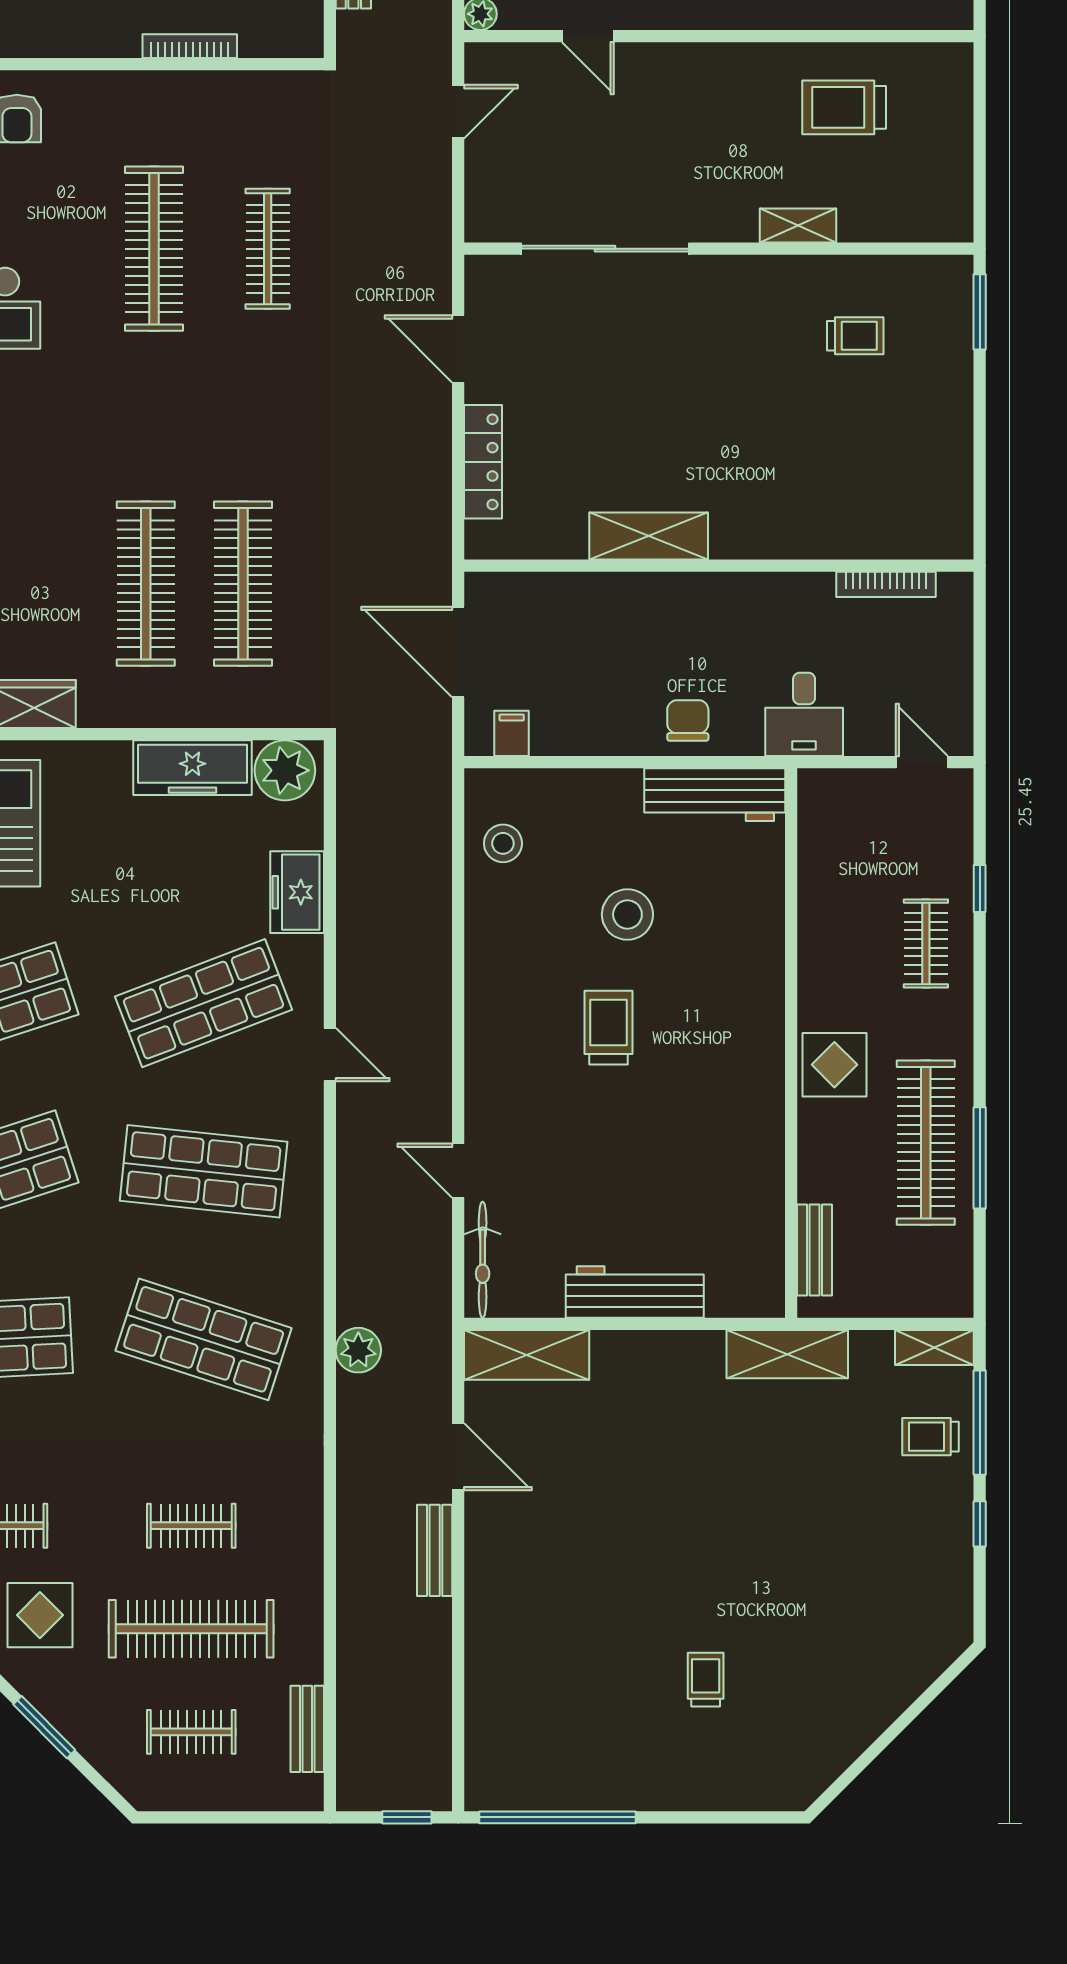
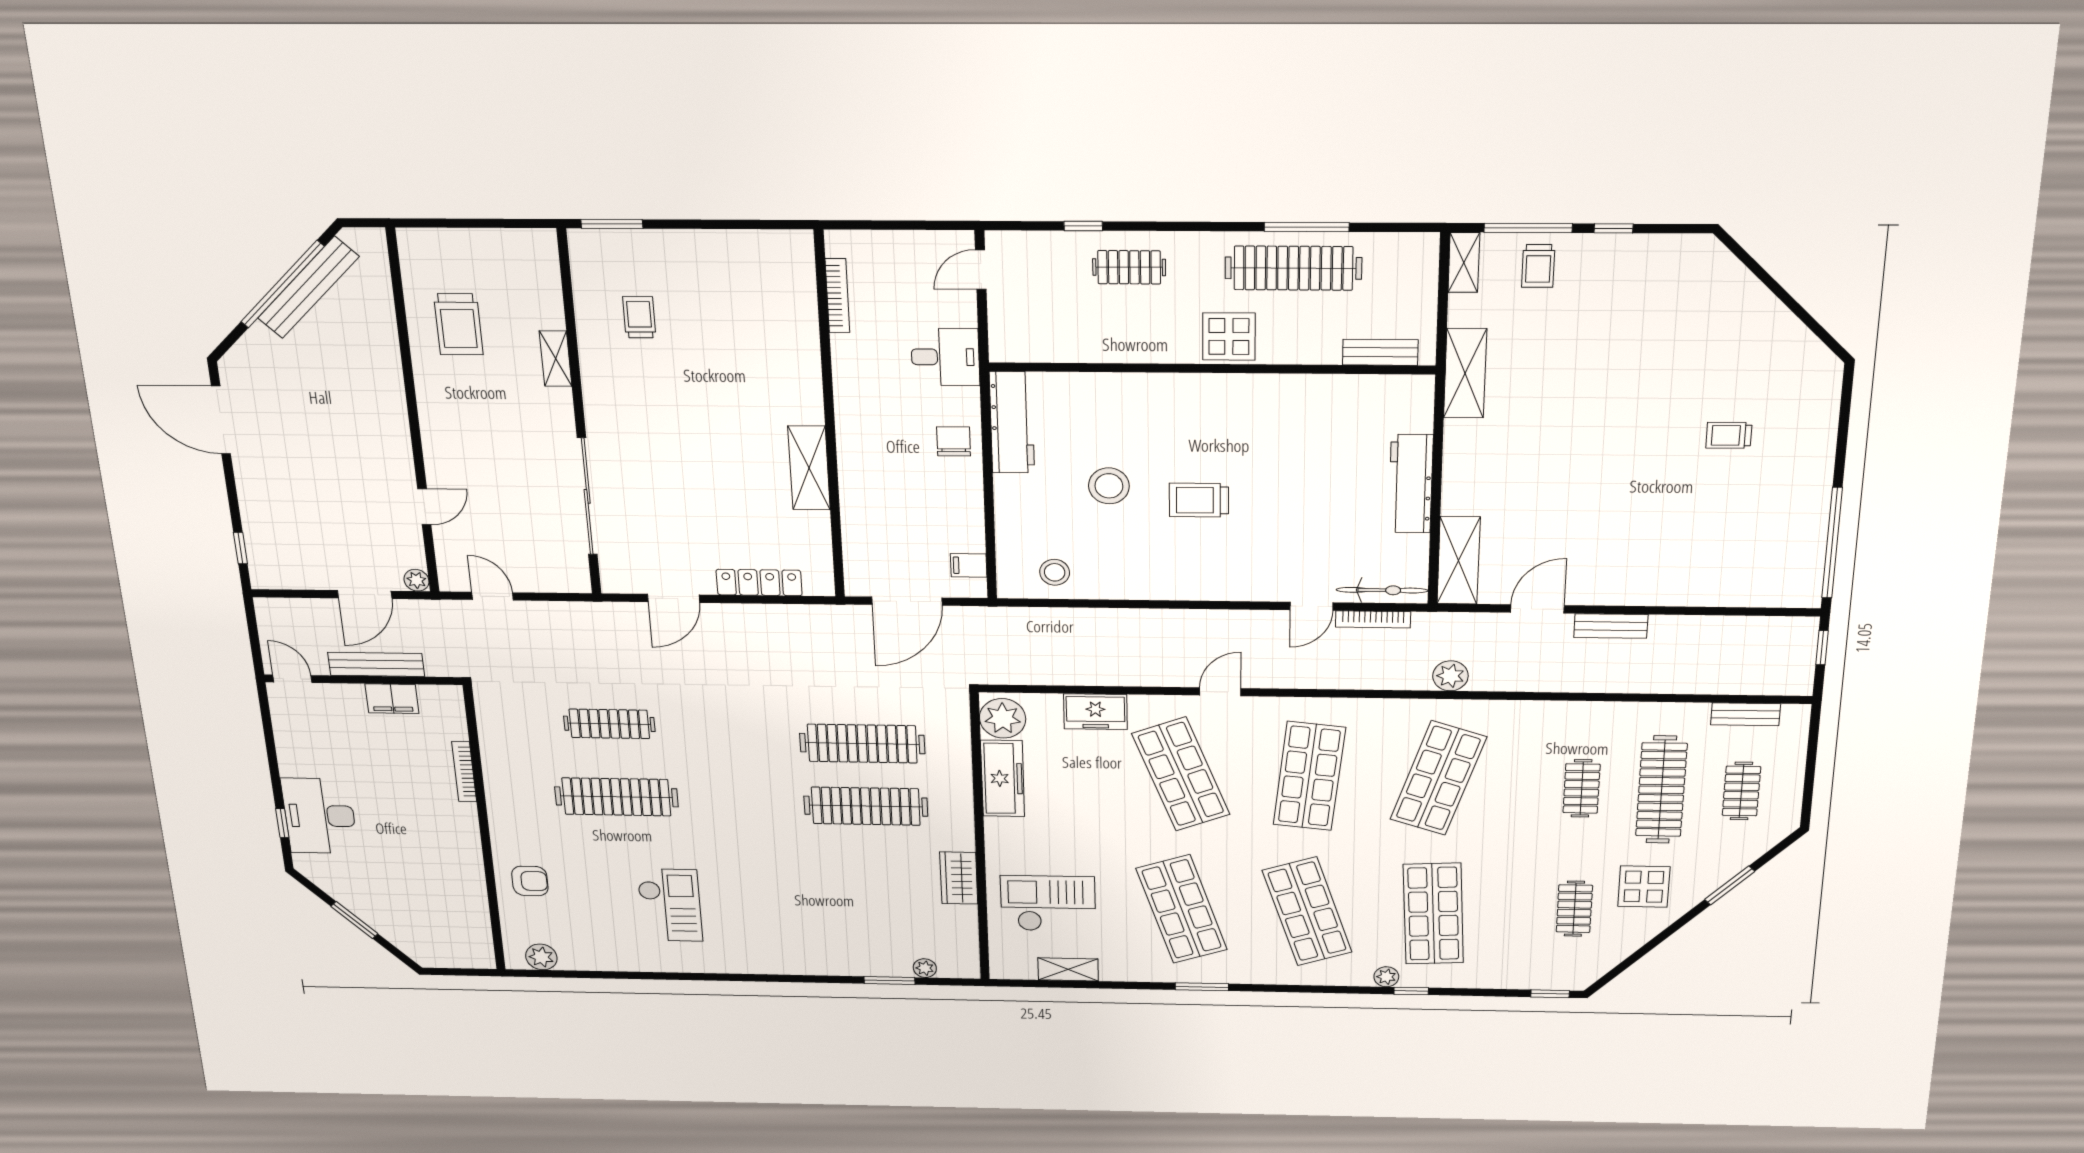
chair: (688, 720) -> (954, 441), turned 90
bookcase: (440, 1249) -> (1373, 619), added

